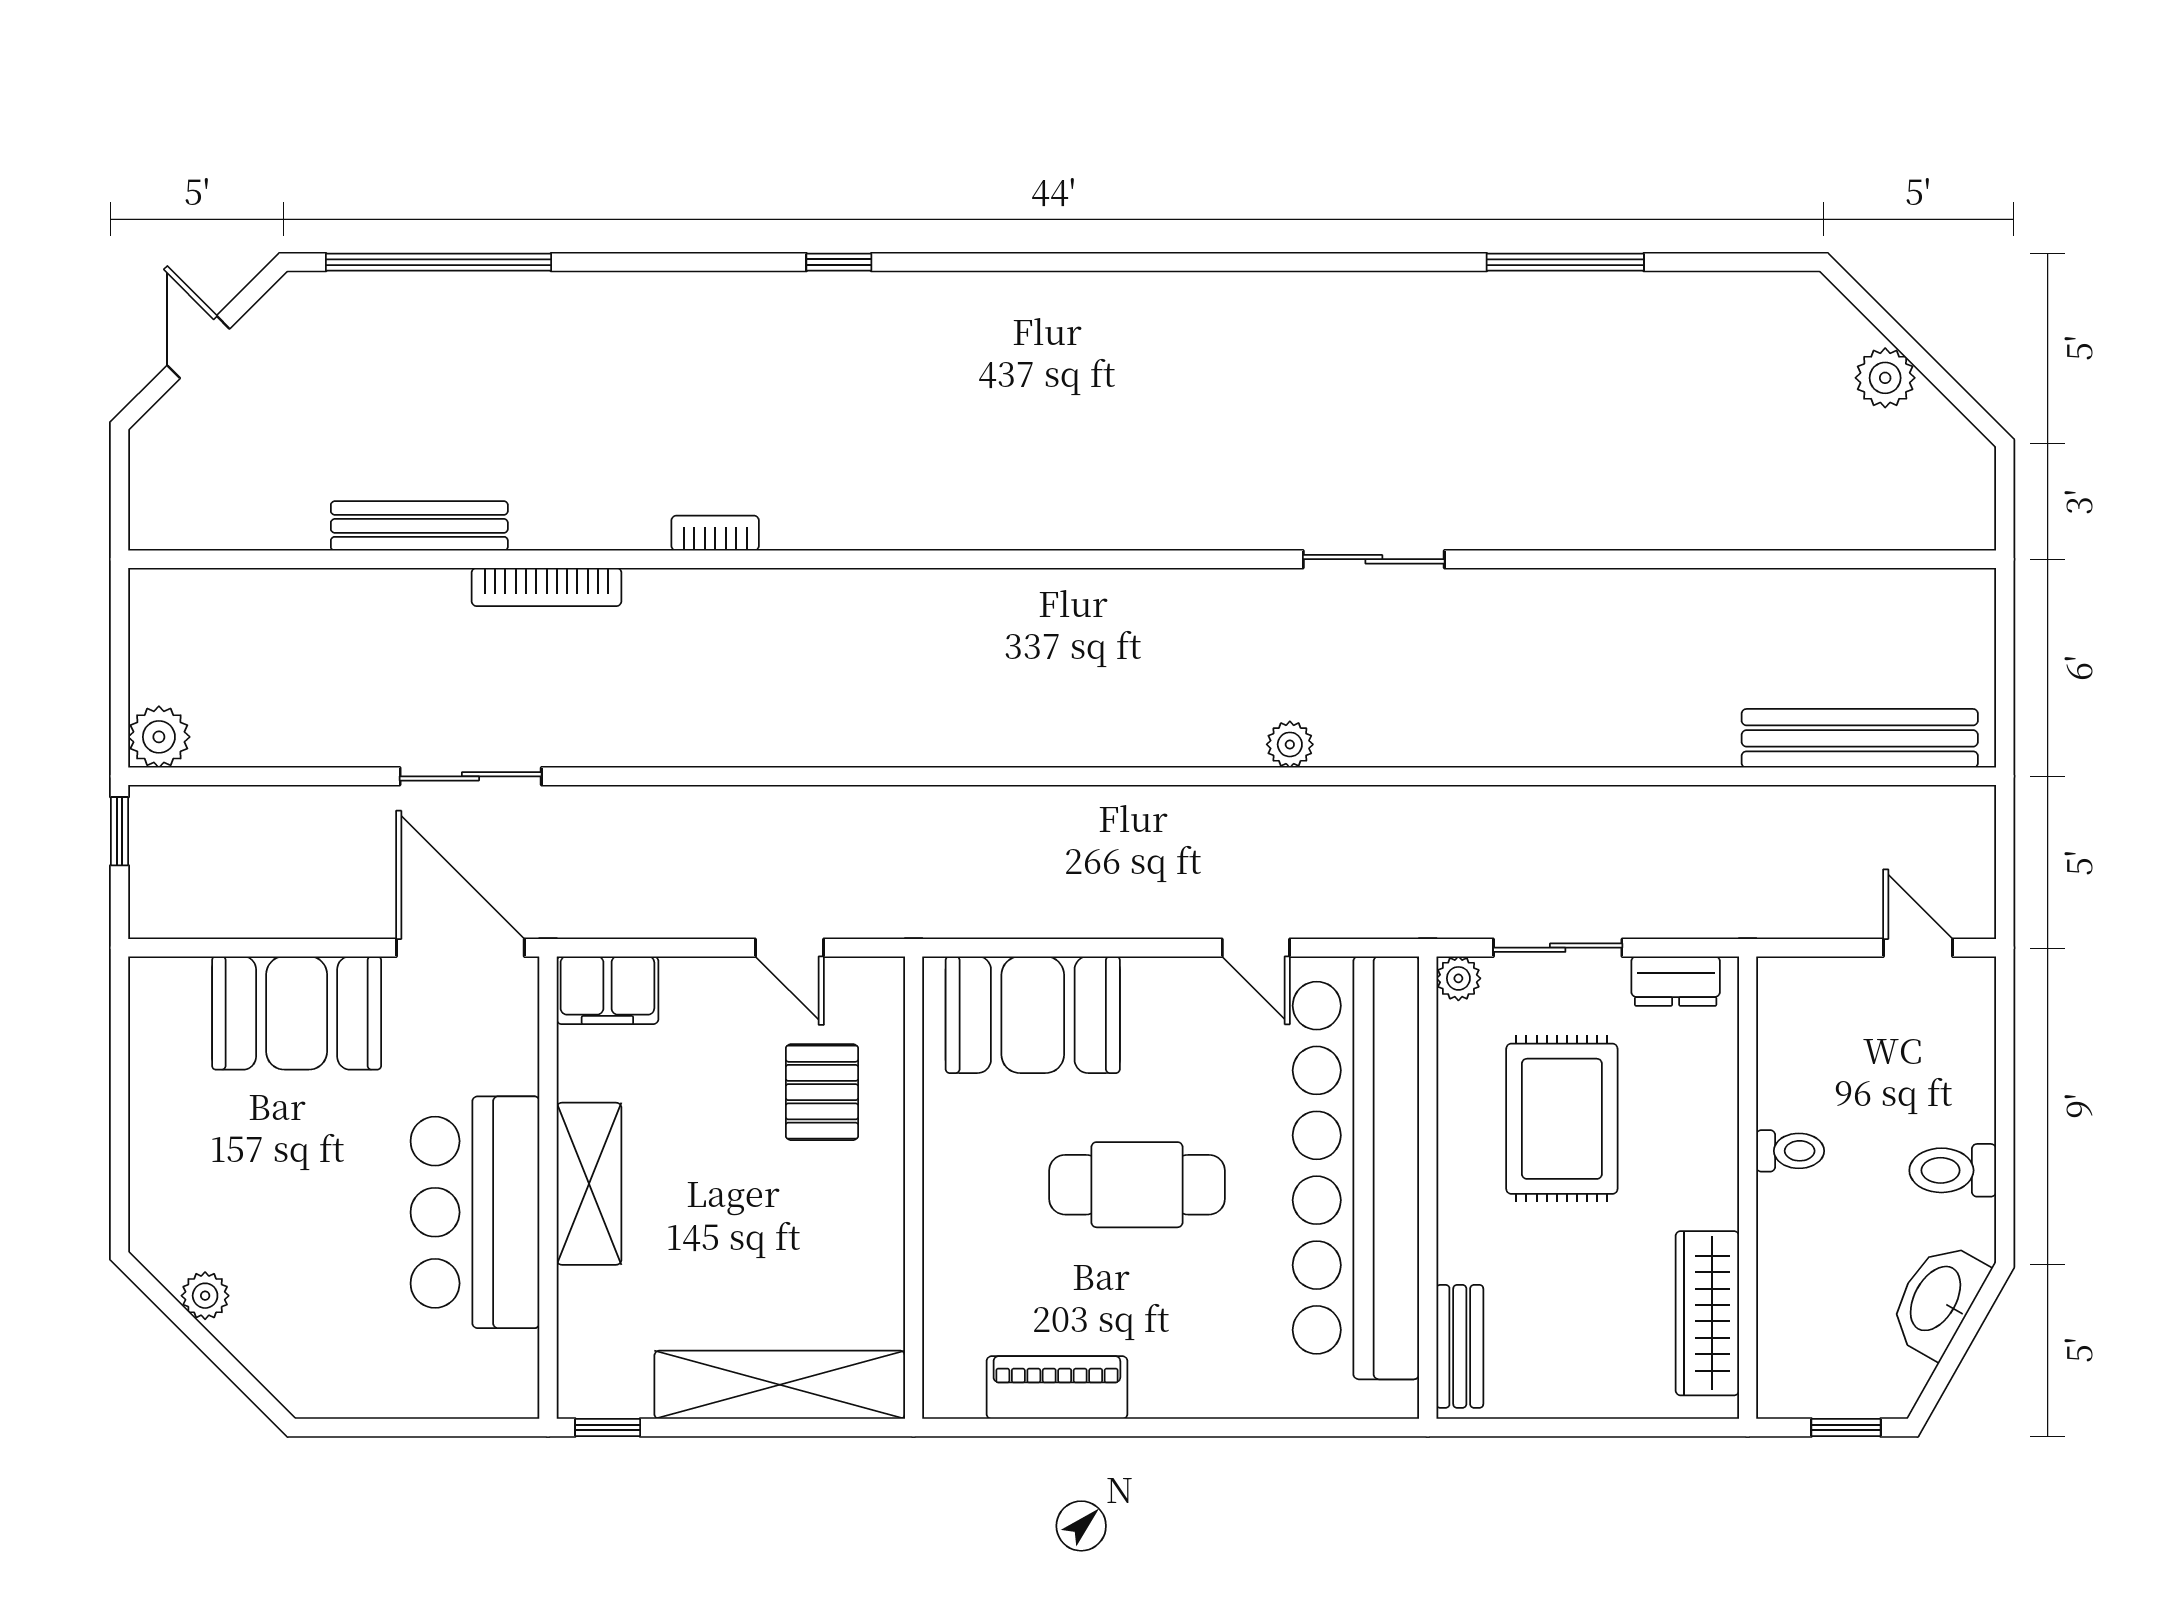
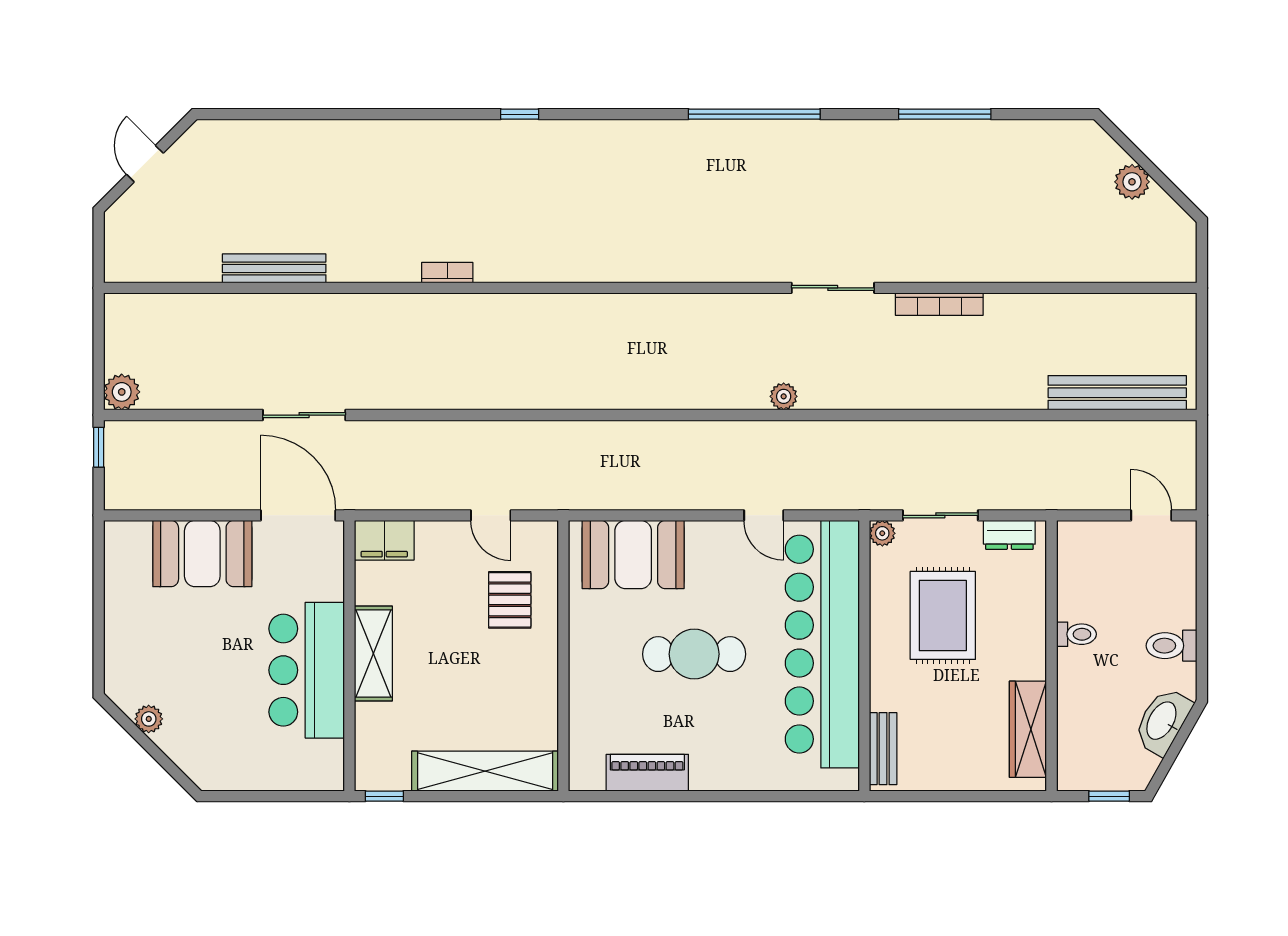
window: (438, 262) -> (754, 114), moved
bookcase: (547, 587) -> (939, 304), moved

